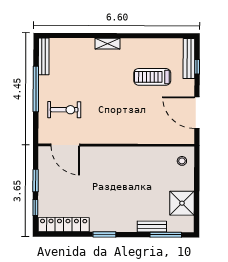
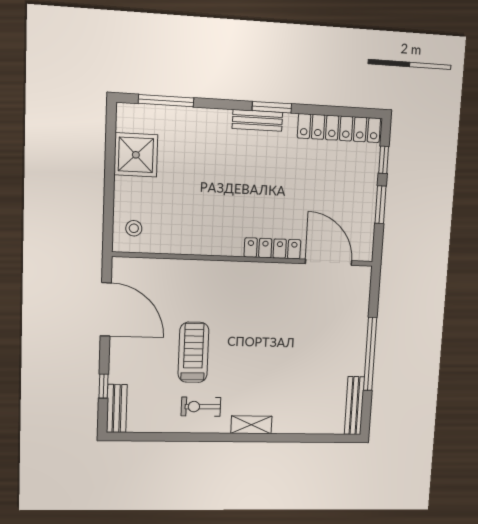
bench: (189, 59) -> (117, 408), width x0.73
treadmill: (152, 77) -> (193, 352), moved, turned -90
exercise bike: (64, 110) -> (201, 407), moved, width x0.73, depth x0.72
locker: (100, 152) -> (272, 248), added
bench: (152, 227) -> (257, 120), moved

